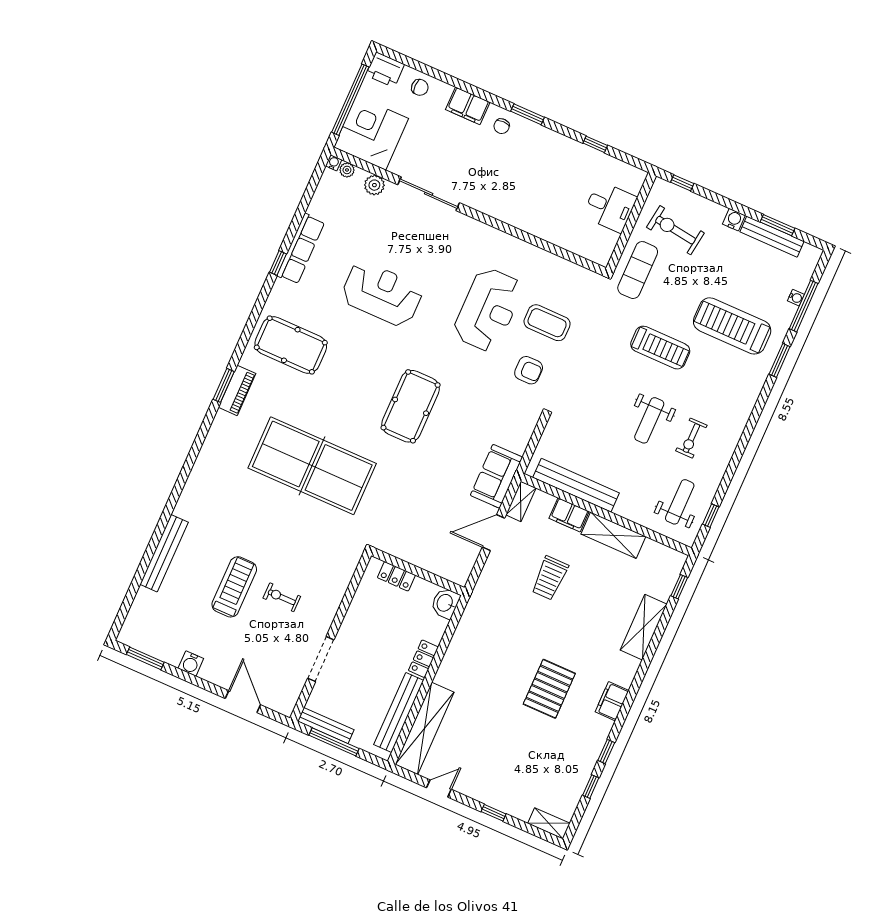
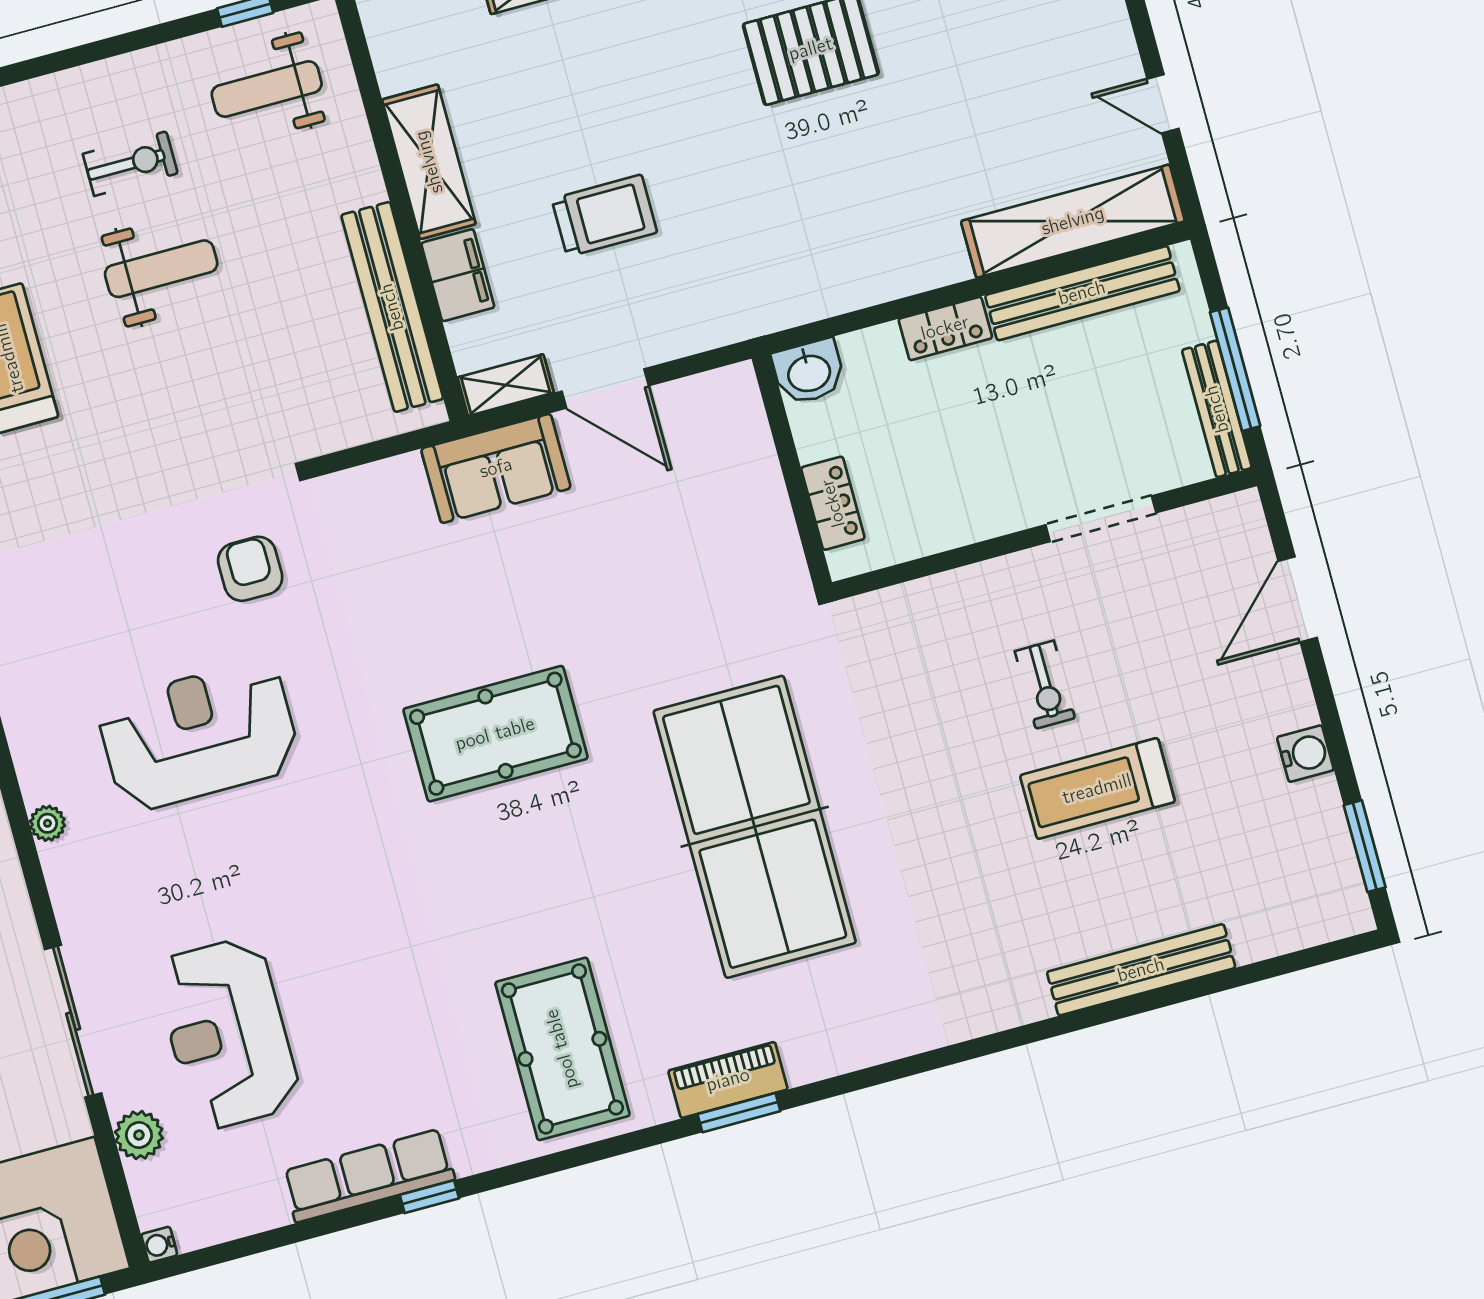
plant: (347, 170) -> (47, 823), moved
reception desk: (382, 294) -> (227, 1034), moved
coffee table: (547, 323) -> (134, 606), removed

